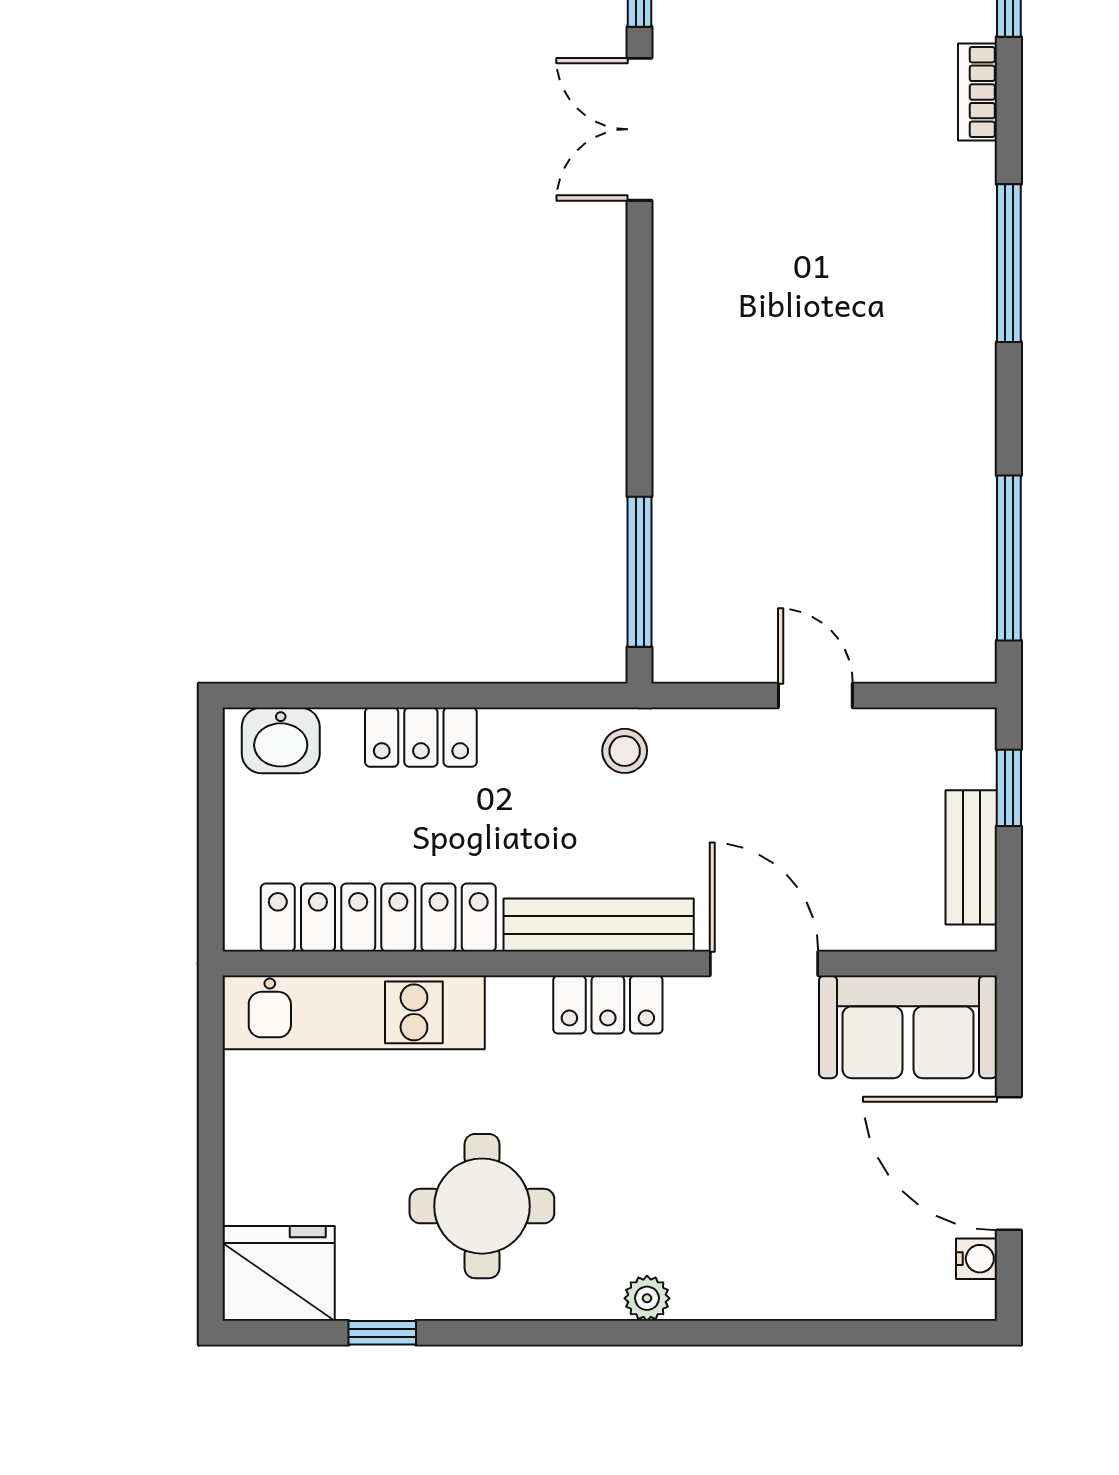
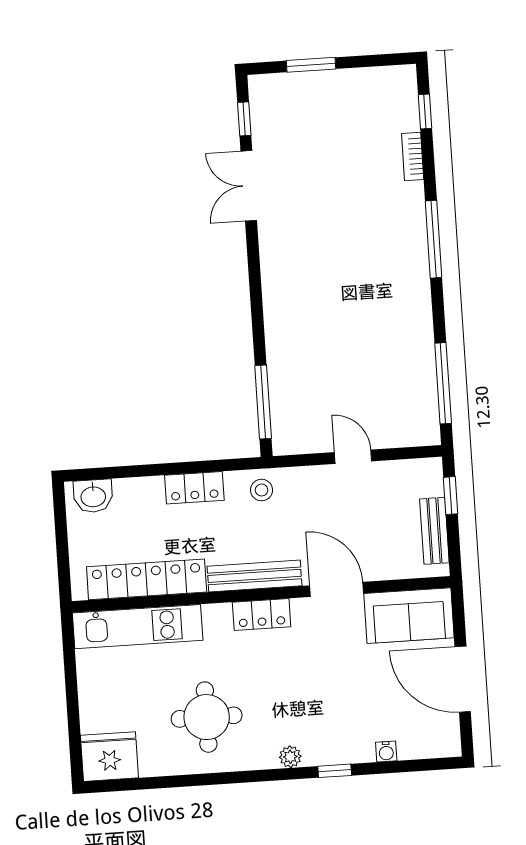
locker: (421, 737) -> (194, 488), moved
water cooler: (977, 1259) -> (386, 752), moved, turned 90
window: (382, 1333) -> (335, 771), moved

